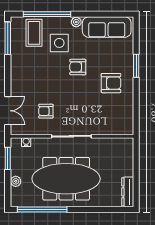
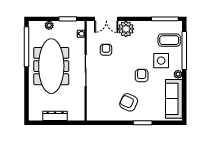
armchair: (111, 83) -> (129, 102), turned 114
plant: (20, 86) -> (126, 29), added
dresser: (128, 192) -> (55, 116), moved

